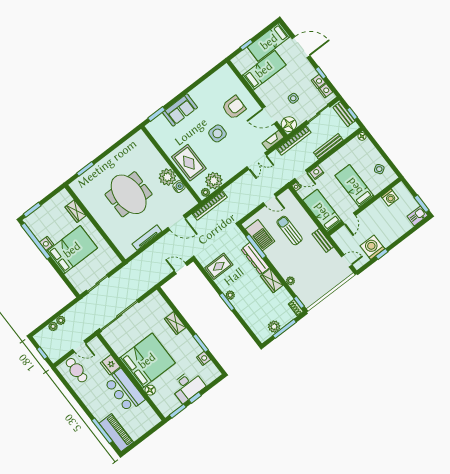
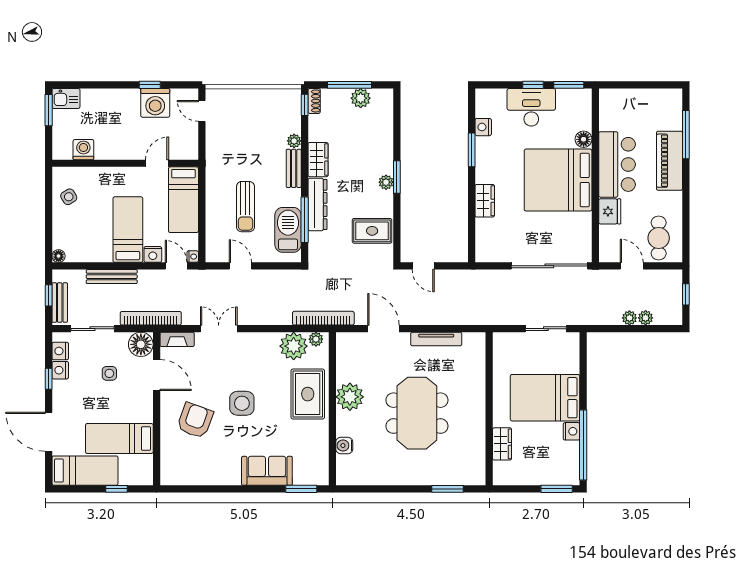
armchair: (234, 108) -> (195, 420), turned 110
bed: (355, 186) -> (128, 230), moved, turned 180
water cooler: (179, 187) -> (344, 446), moved
bench: (323, 241) -> (294, 168), moved
piano: (116, 433) -> (669, 161), moved

